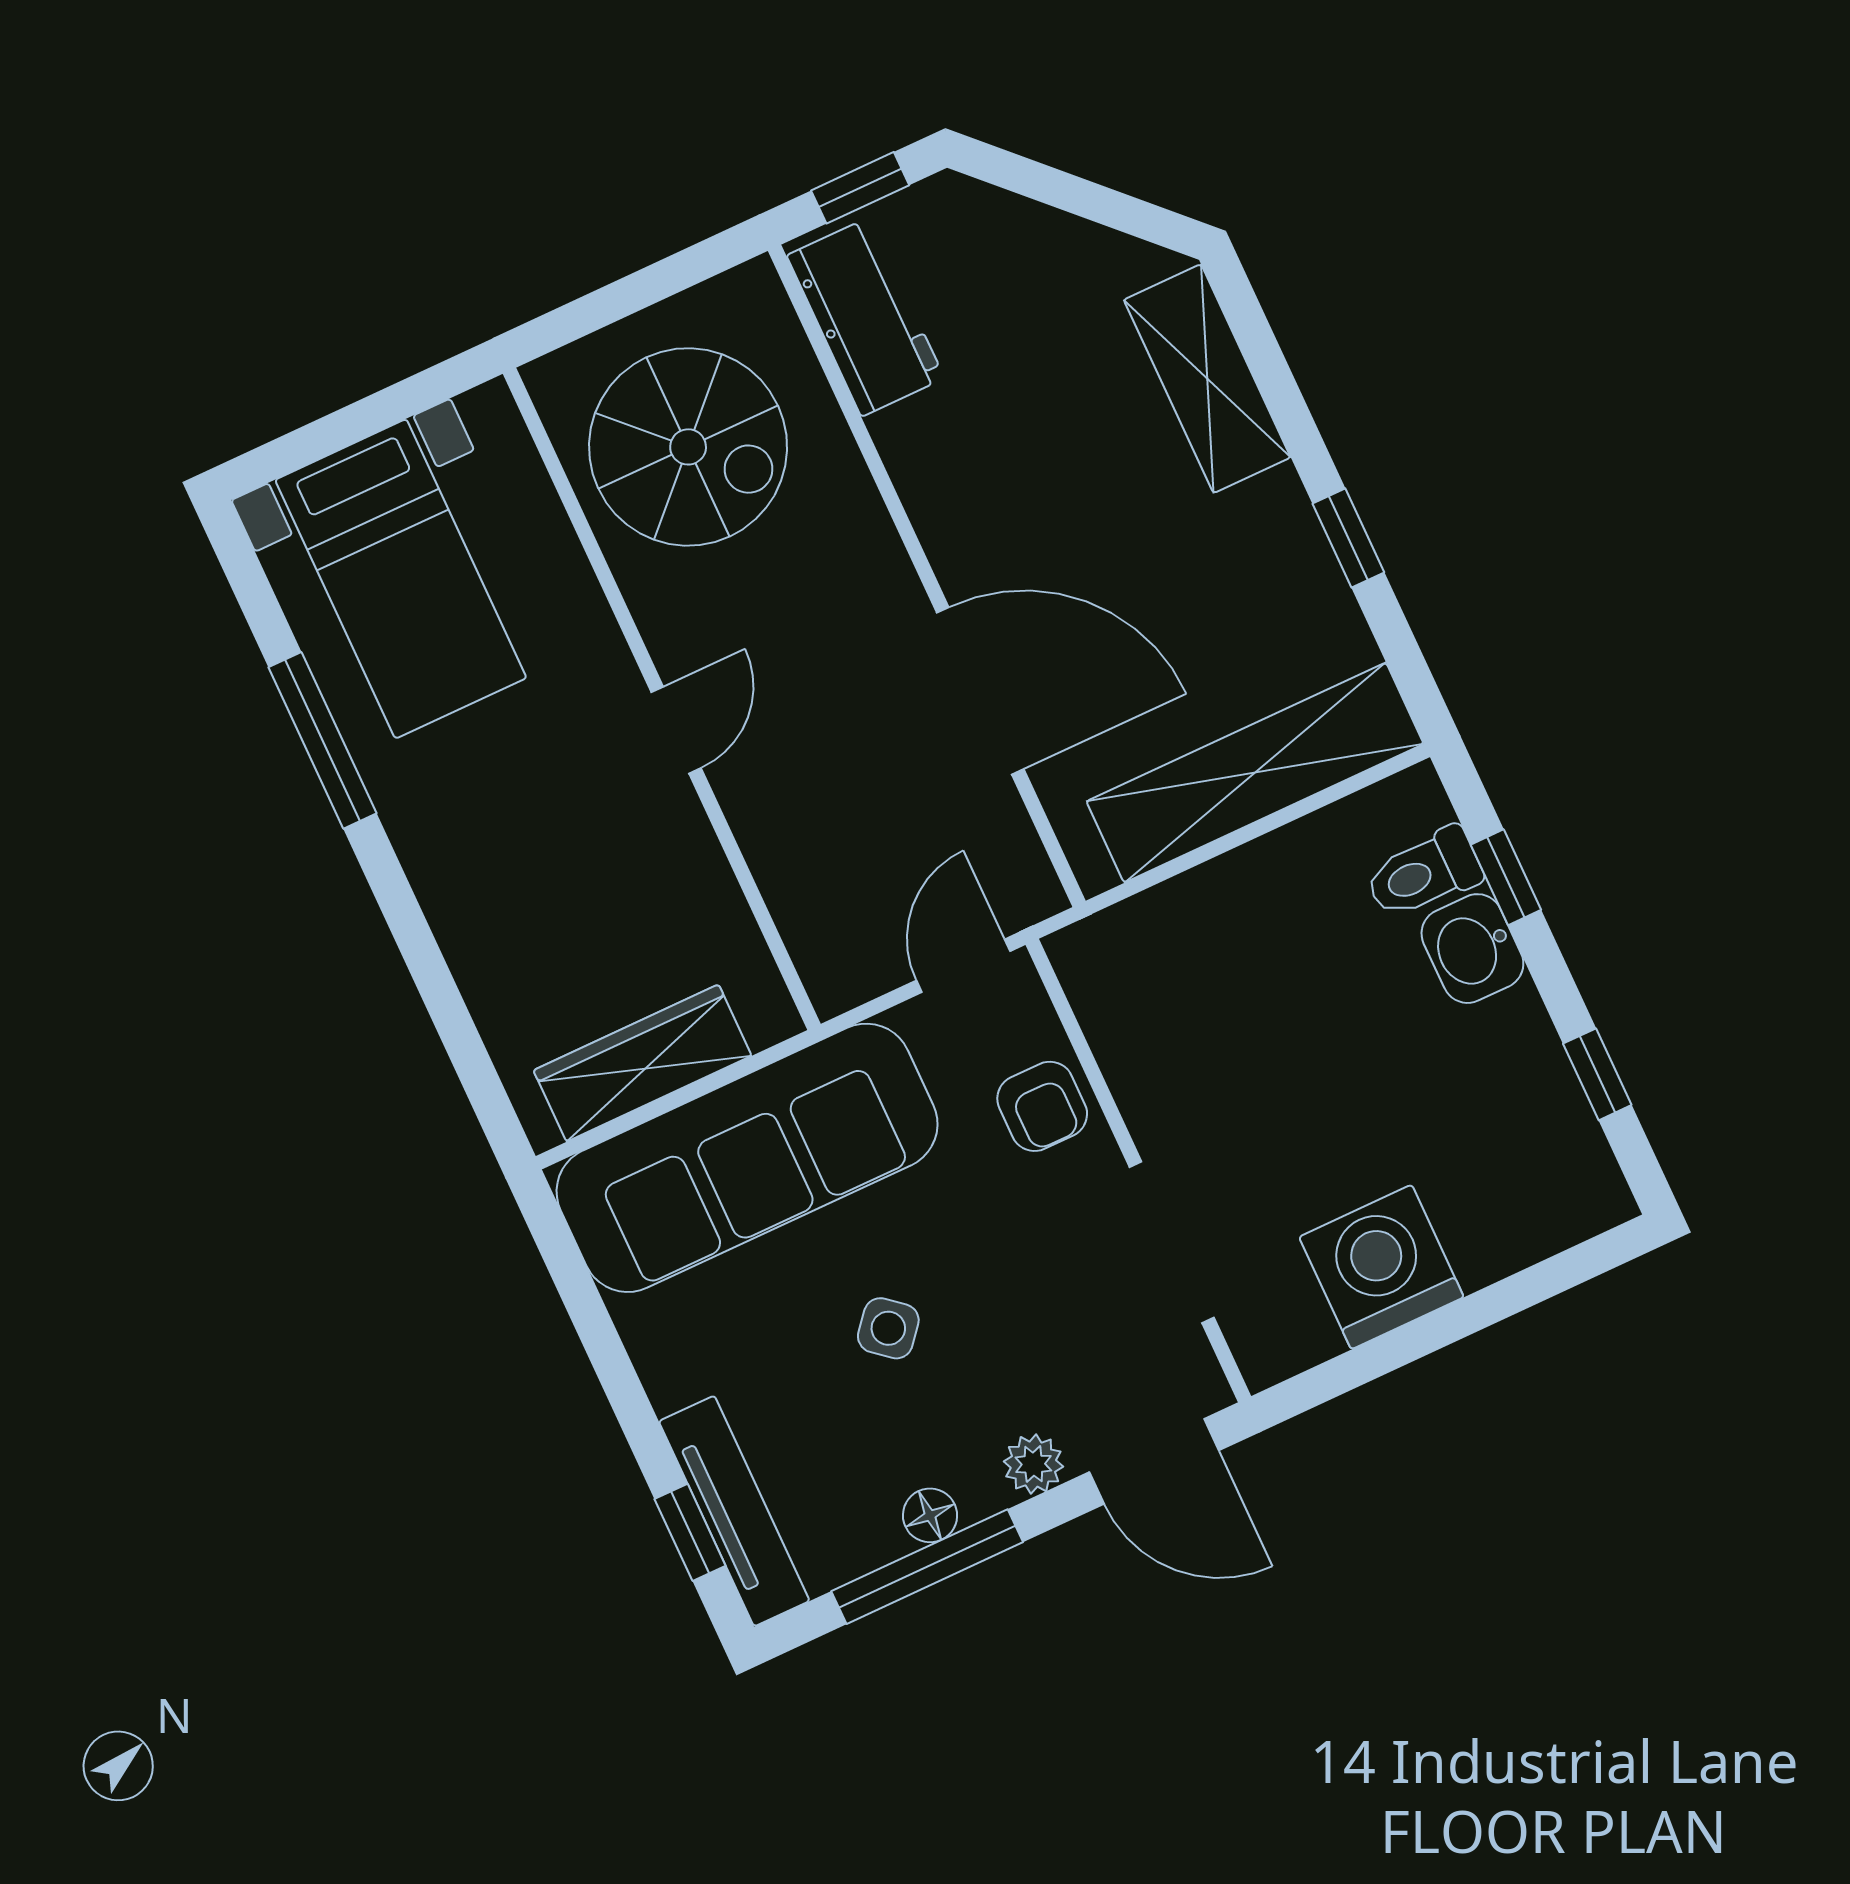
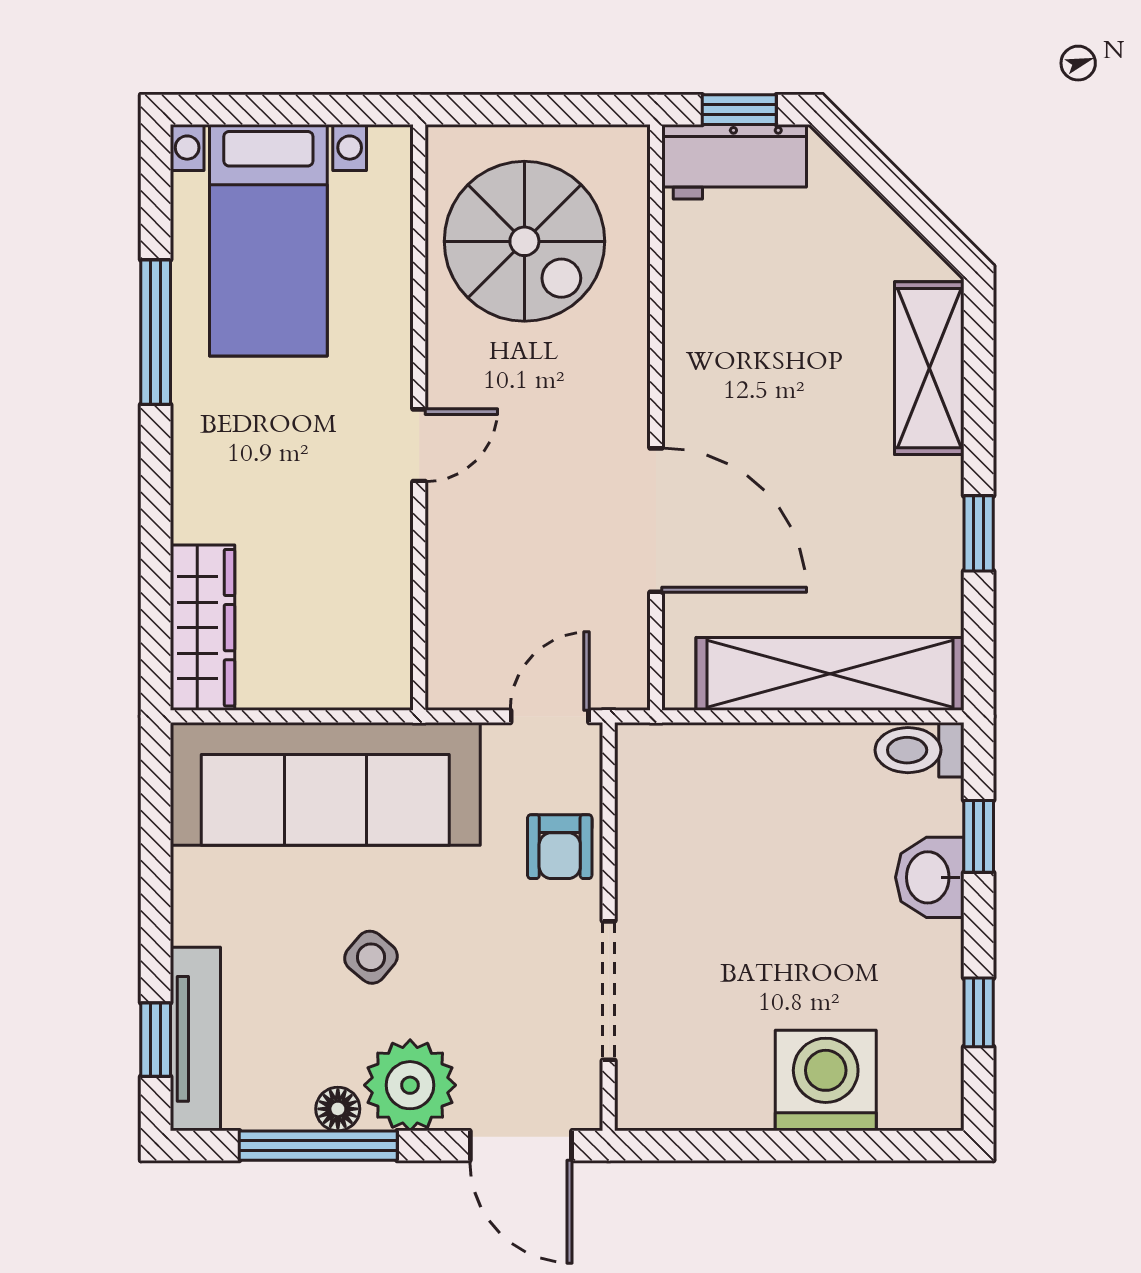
workbench: (866, 317) -> (734, 162), moved, turned 90
toilet: (1424, 873) -> (919, 750), moved
wardrobe: (642, 1063) -> (203, 628), moved, turned 90
washing machine: (1381, 1267) -> (826, 1080), moved
plant: (1033, 1464) -> (410, 1085), width x1.88, depth x1.88

